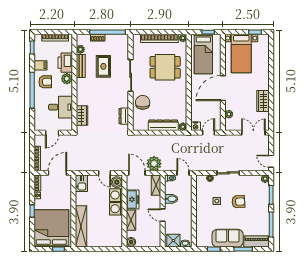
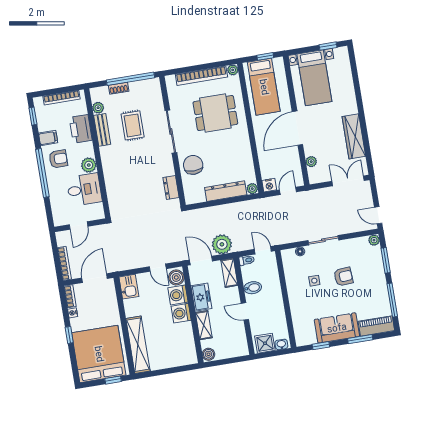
plant: (67, 79) -> (89, 165), moved
wardrobe: (263, 101) -> (354, 136), width x1.50
wardrobe: (82, 115) -> (115, 196), removed

